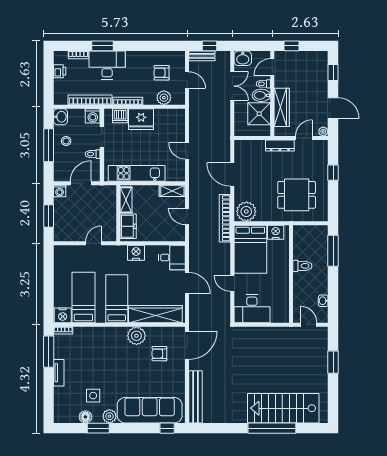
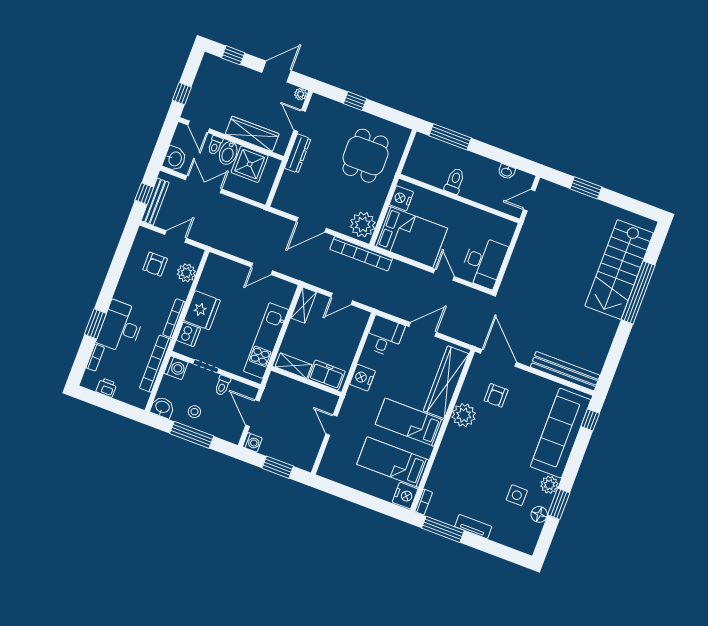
bench: (202, 56) -> (155, 202), width x1.36
door: (232, 284) -> (444, 275), swing flipped

